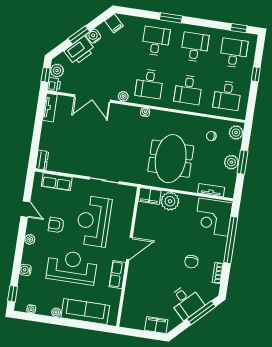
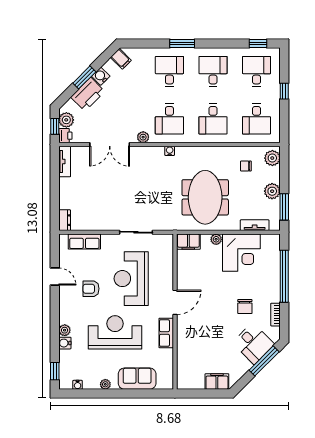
window: (242, 162) -> (284, 207), moved
plant: (170, 201) -> (216, 239), width x0.53, depth x0.53
corner desk: (213, 217) -> (241, 253), moved, turned -90
plant: (30, 239) -> (65, 330), moved
desk: (186, 302) -> (253, 343), moved
sofa: (85, 312) -> (137, 379), width x0.73

